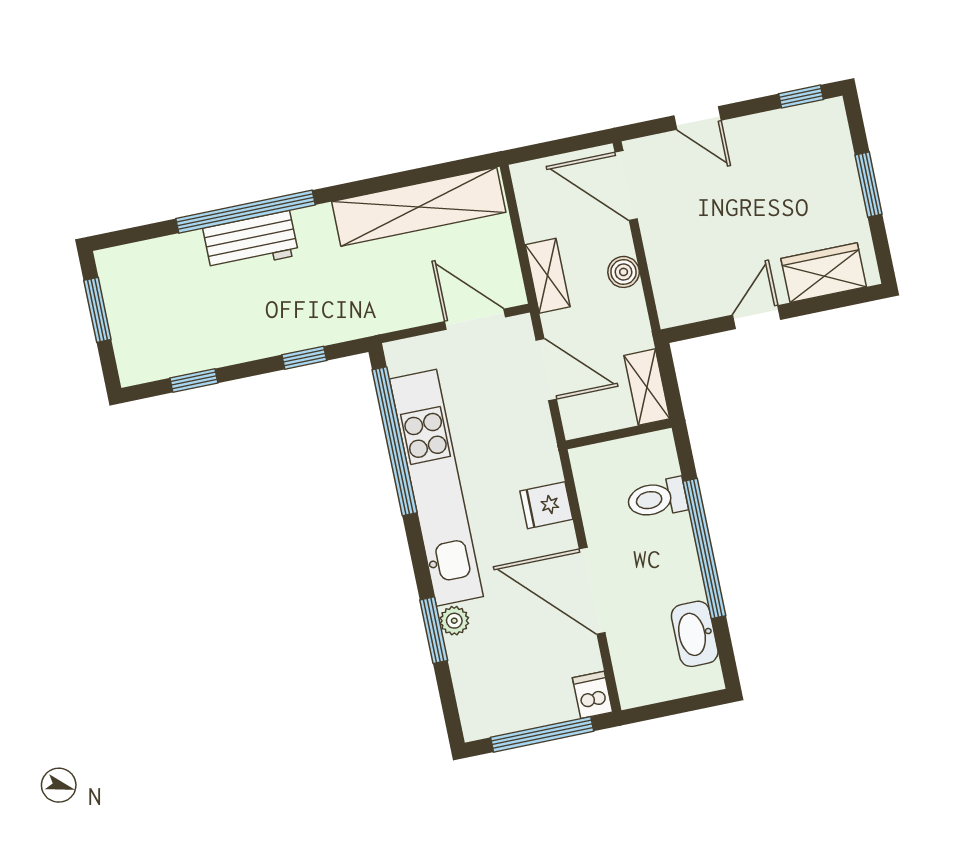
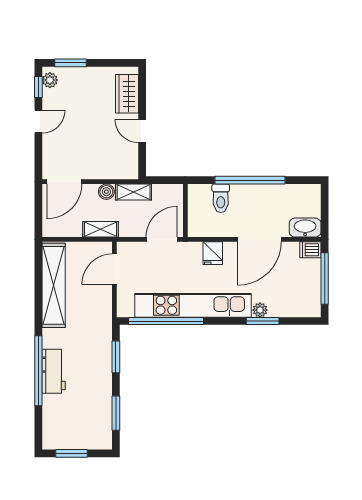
plant: (819, 116) -> (50, 80), added
door: (698, 118) -> (38, 122), moved
window: (868, 185) -> (71, 63), moved
window: (304, 358) -> (116, 357), width x1.50
door: (546, 370) -> (162, 239), moved
window: (194, 381) -> (116, 413), width x1.50
shelving: (647, 387) -> (134, 192), moved
washbasin: (695, 634) -> (305, 228), moved, turned 180

